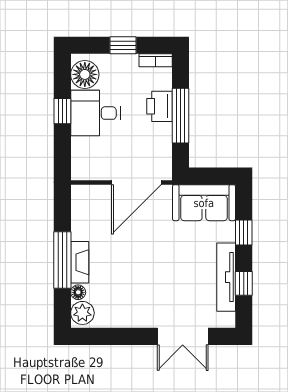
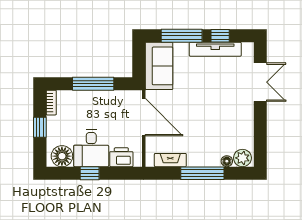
printer: (159, 106) -> (121, 157), moved, turned 180
window: (244, 232) -> (182, 36), width x2.17
fireplace: (80, 262) -> (170, 160), moved

